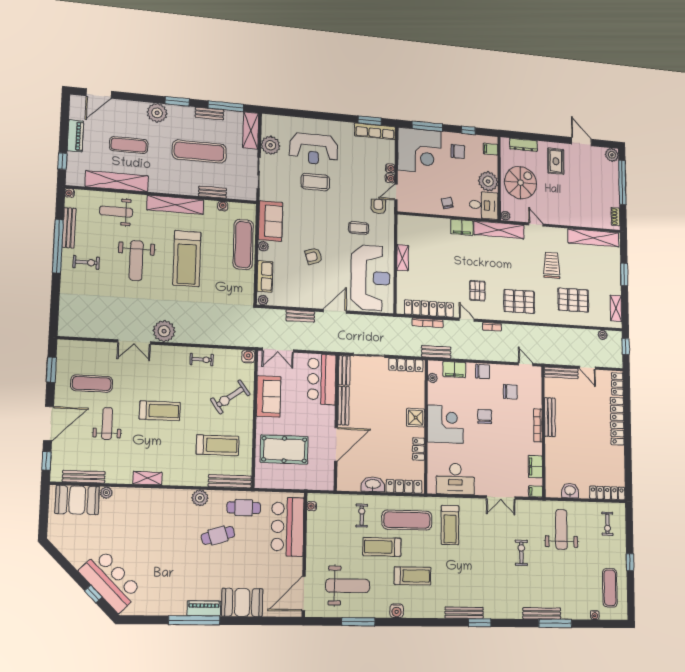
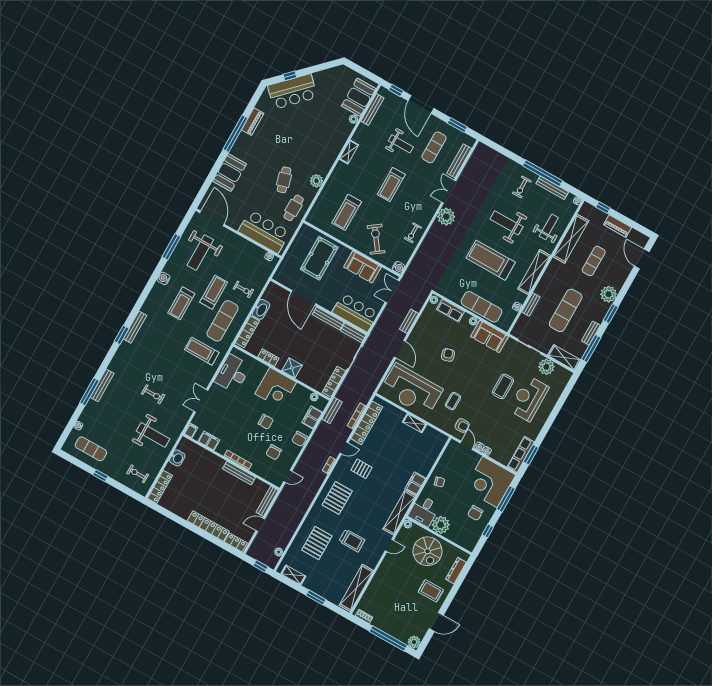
filing cabinet: (491, 149) -> (465, 541), removed
bench: (230, 481) -> (459, 161), moved
piano: (204, 608) -> (253, 122), moved

